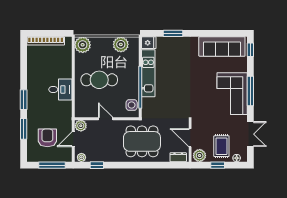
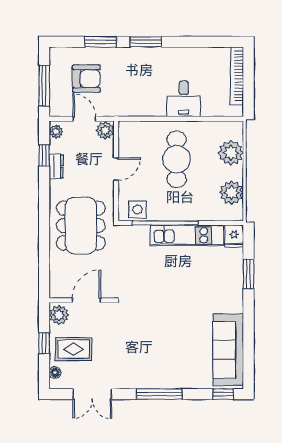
plant: (83, 45) -> (231, 153), moved
desk: (60, 89) -> (184, 99), moved
corner sofa: (232, 94) -> (155, 366), removed
dresser: (178, 157) -> (56, 166), moved

